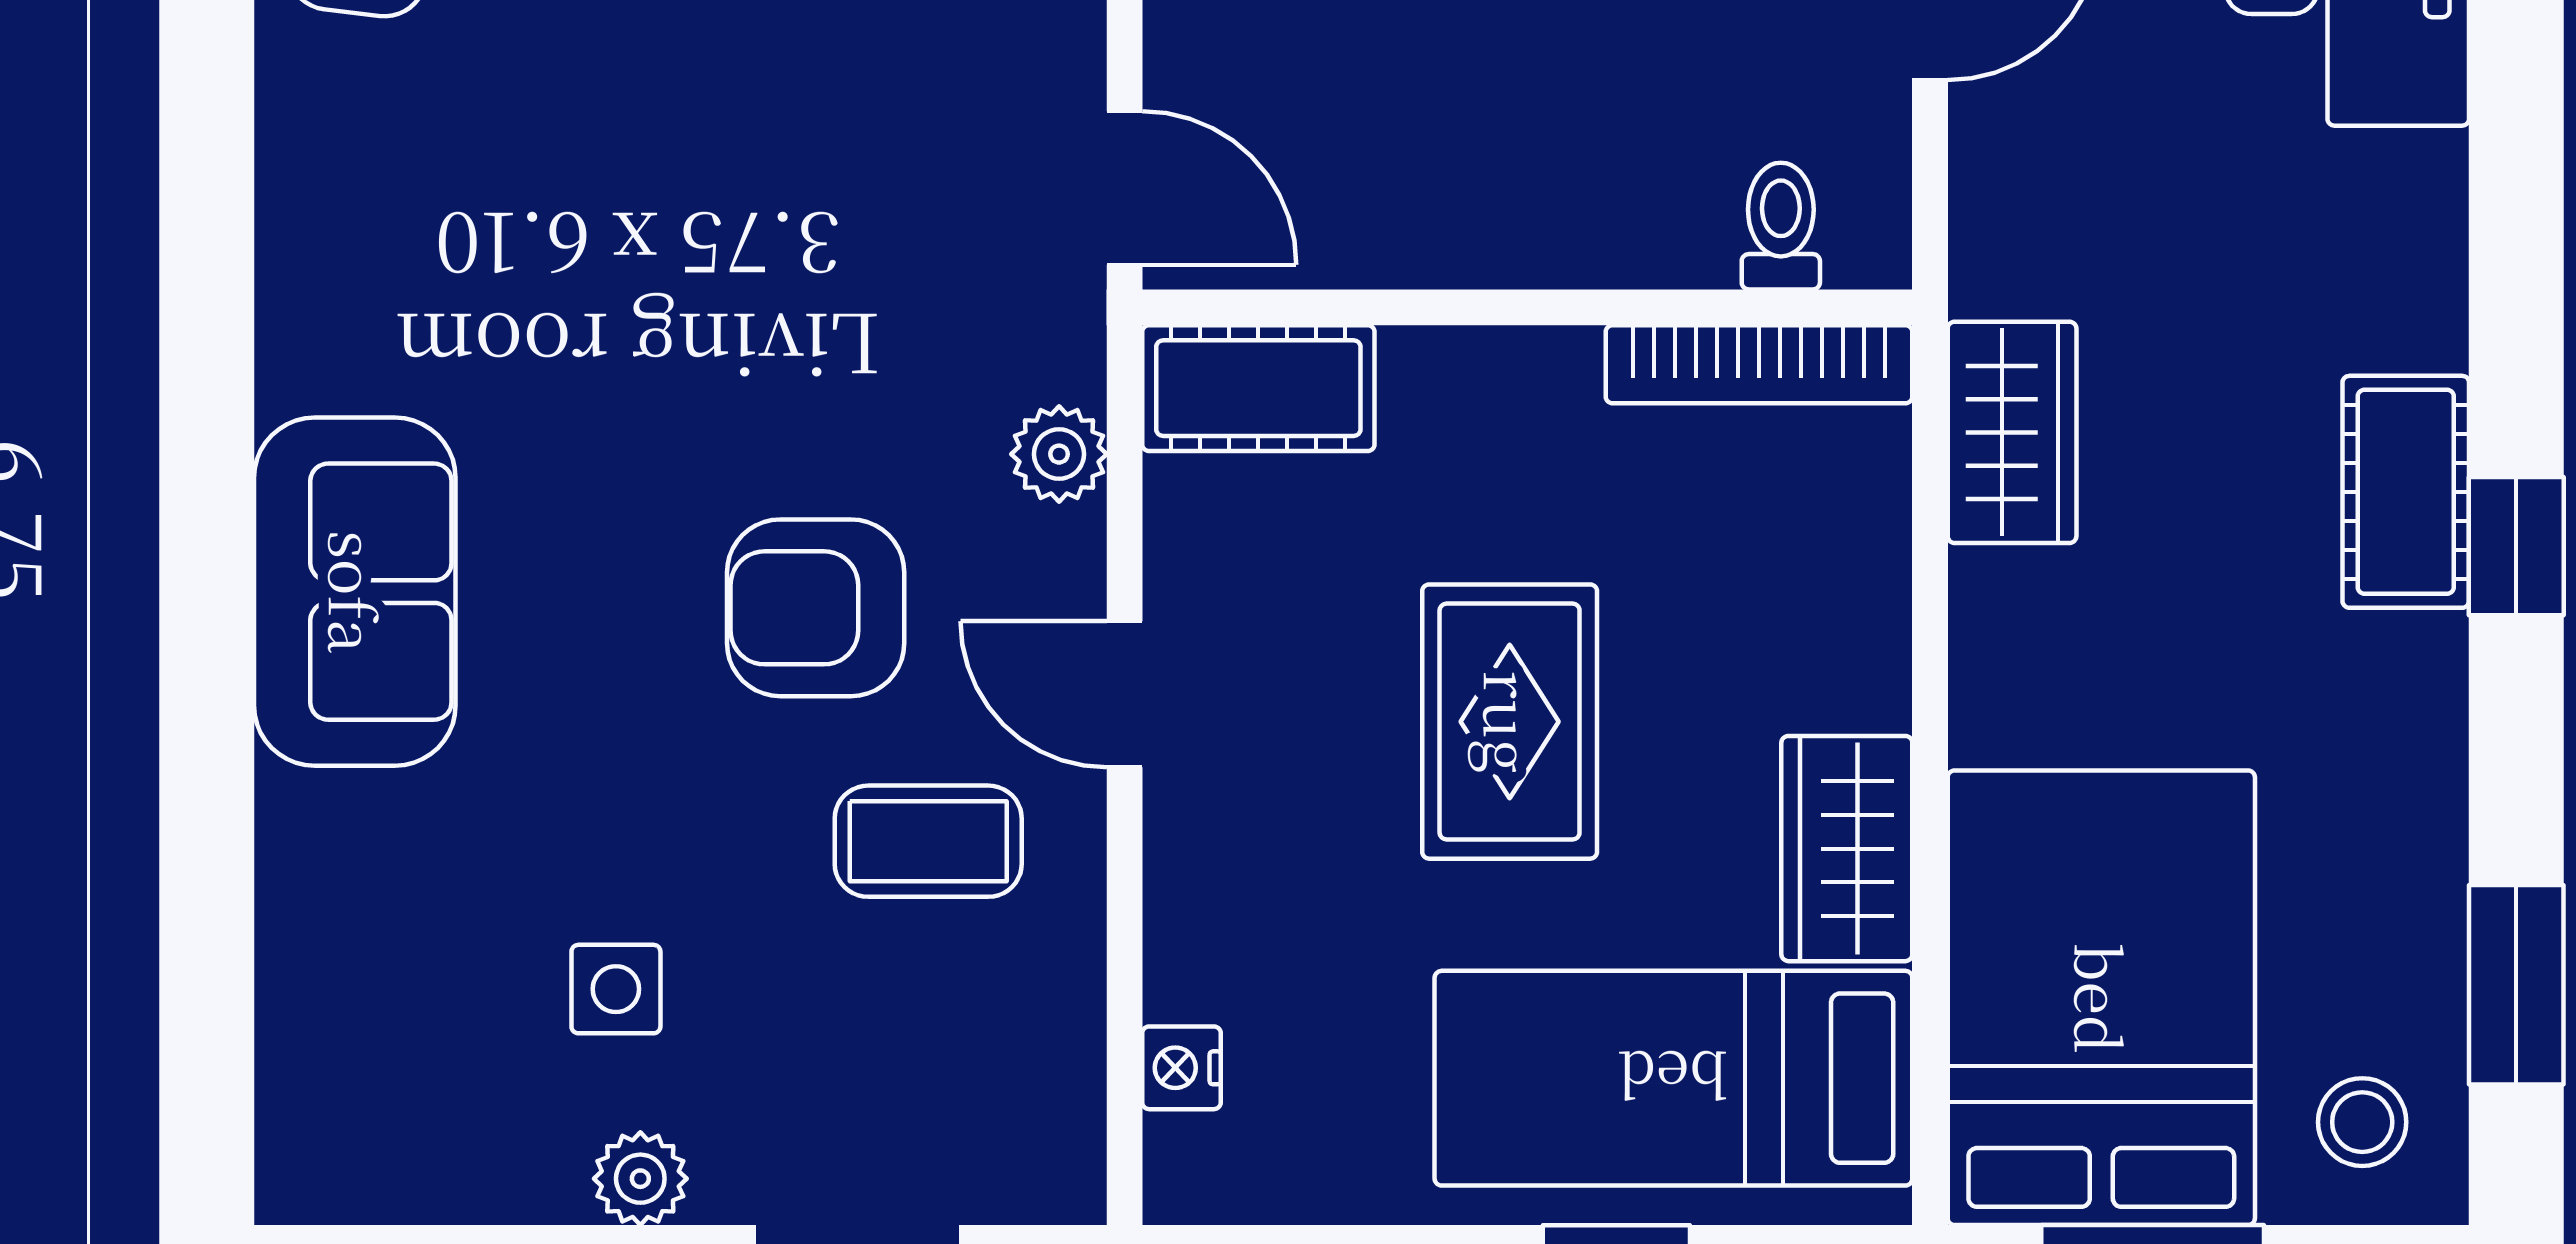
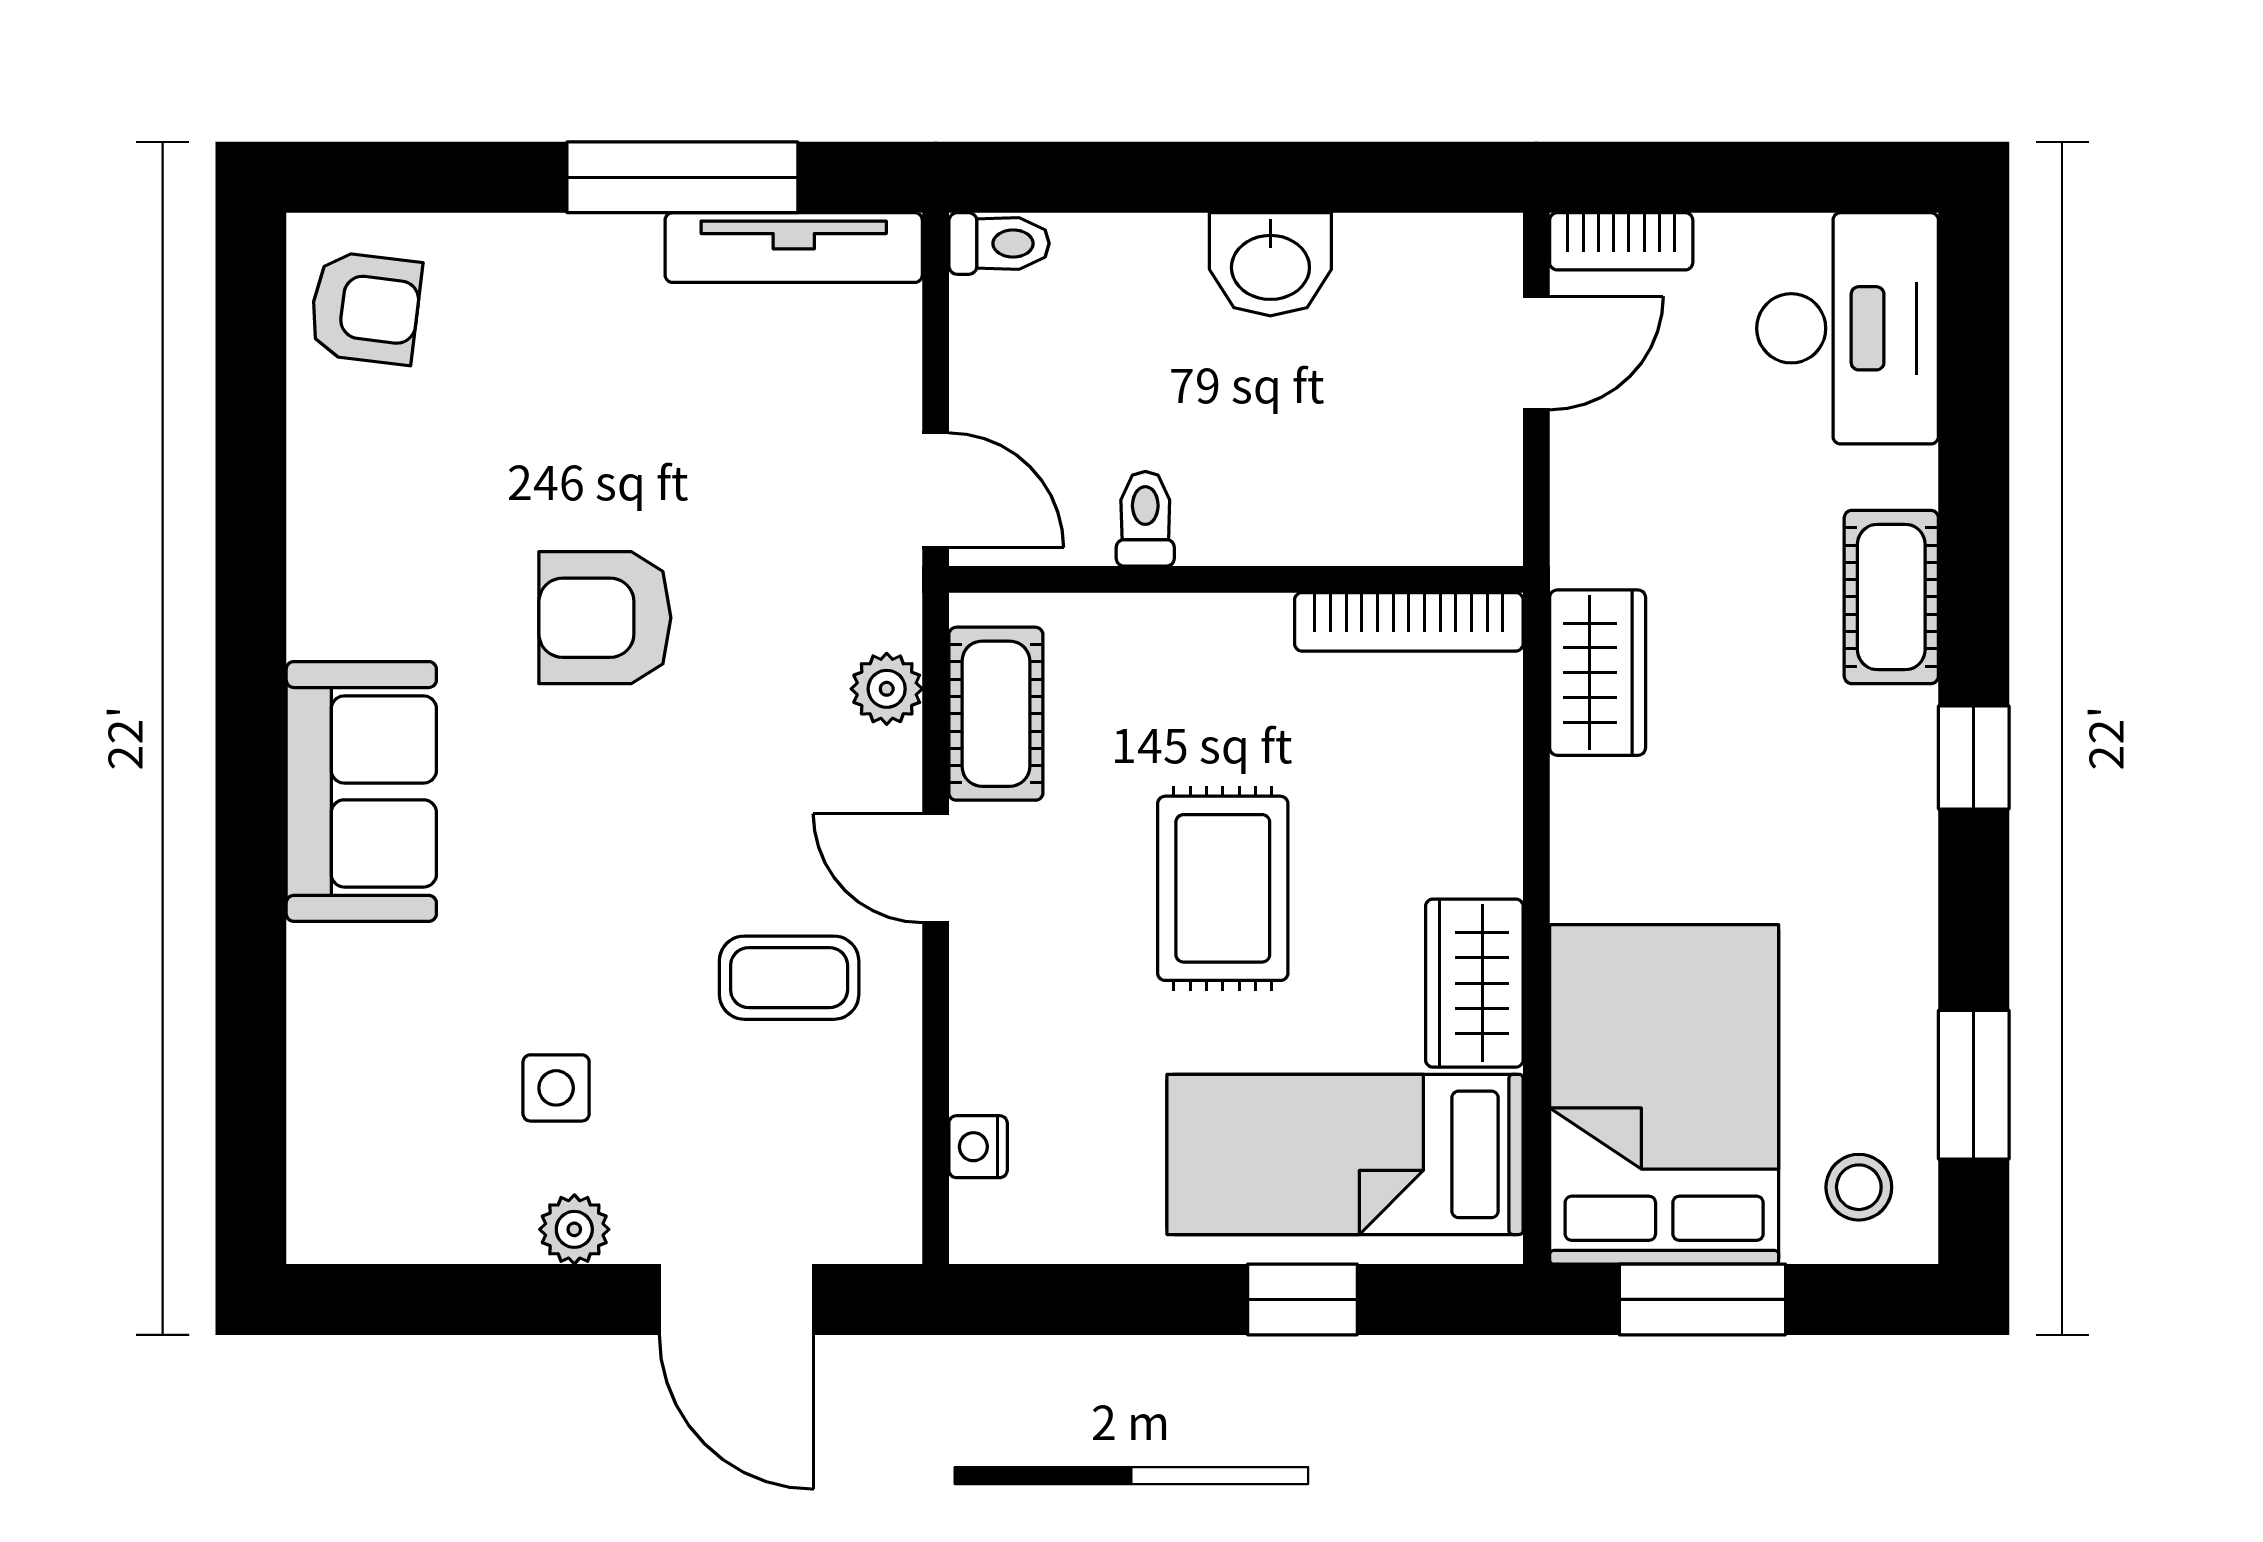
toilet: (1781, 226) -> (1145, 519), moved
cot: (1258, 388) -> (996, 714), moved, turned 90
cot: (2406, 492) -> (1891, 597), moved
armchair: (816, 608) -> (605, 618), moved

